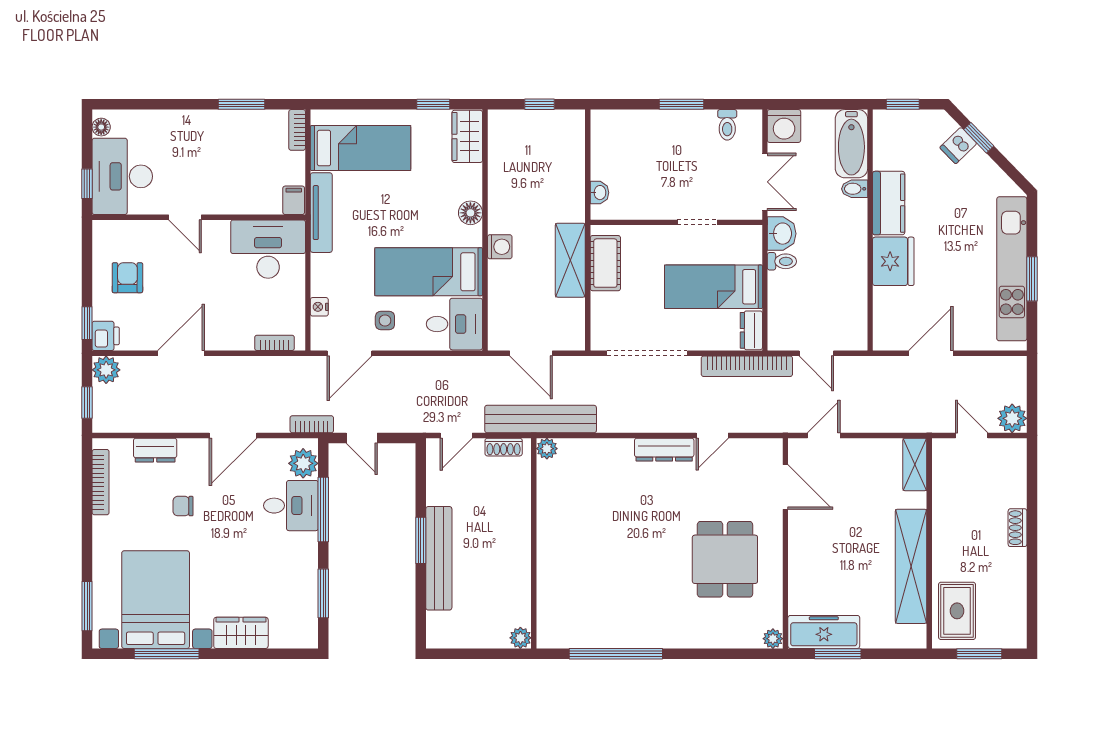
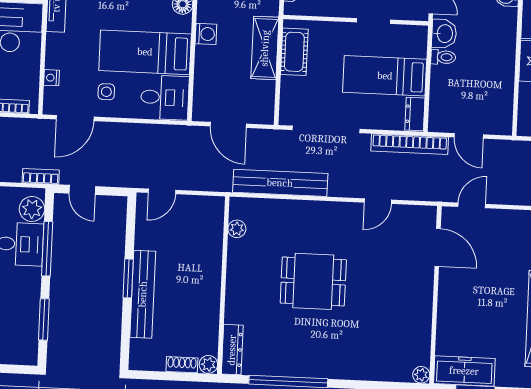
bench: (541, 419) -> (280, 183), moved
shoe rack: (504, 447) -> (182, 365), moved, turned 180
plant: (547, 449) -> (237, 229), moved
dresser: (664, 450) -> (232, 350), moved, turned -90
dining table: (725, 559) -> (313, 281), moved, turned 90

